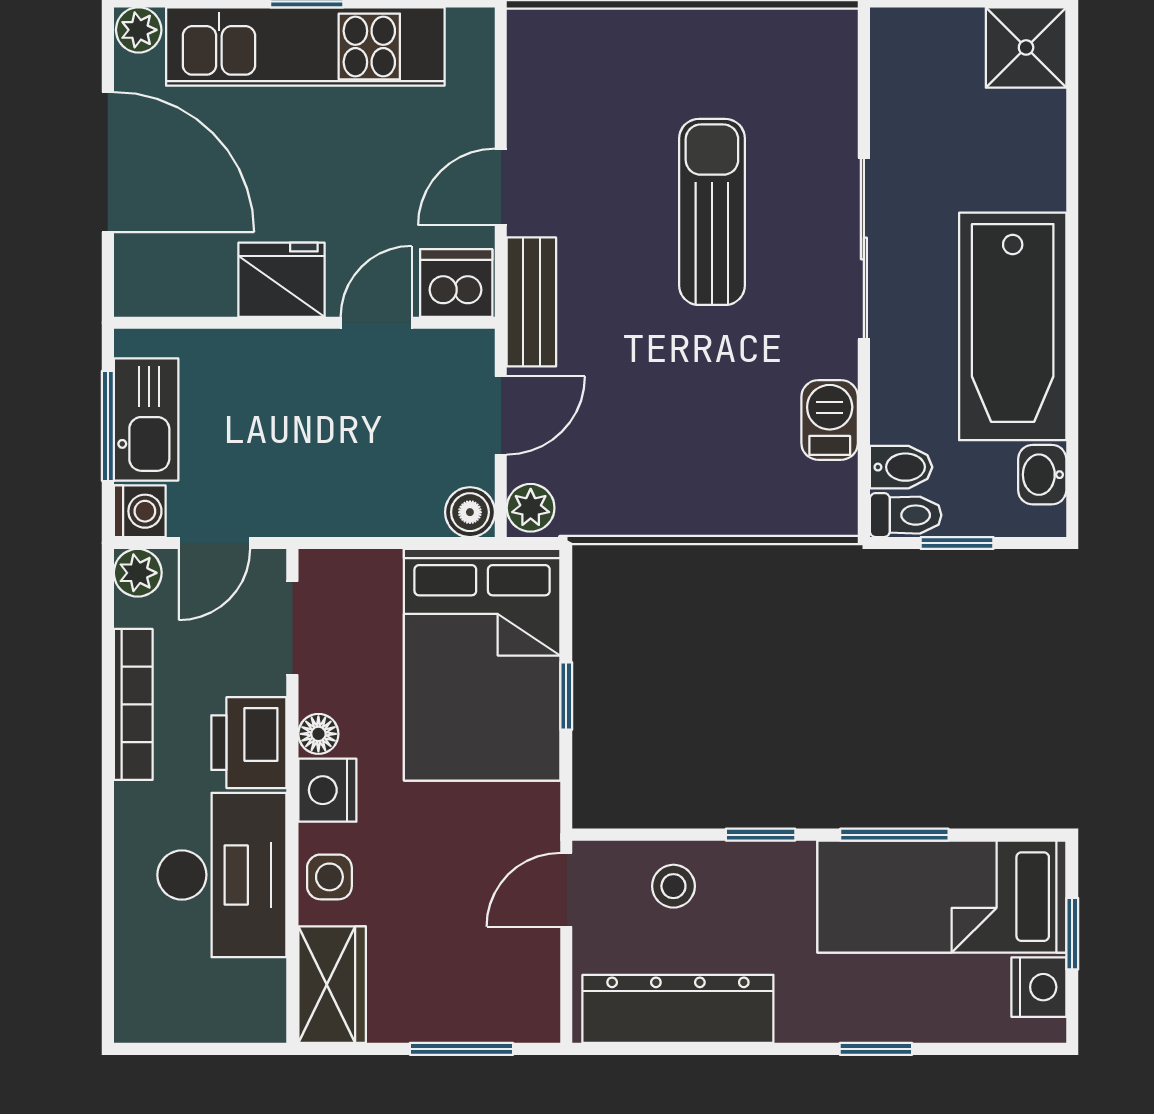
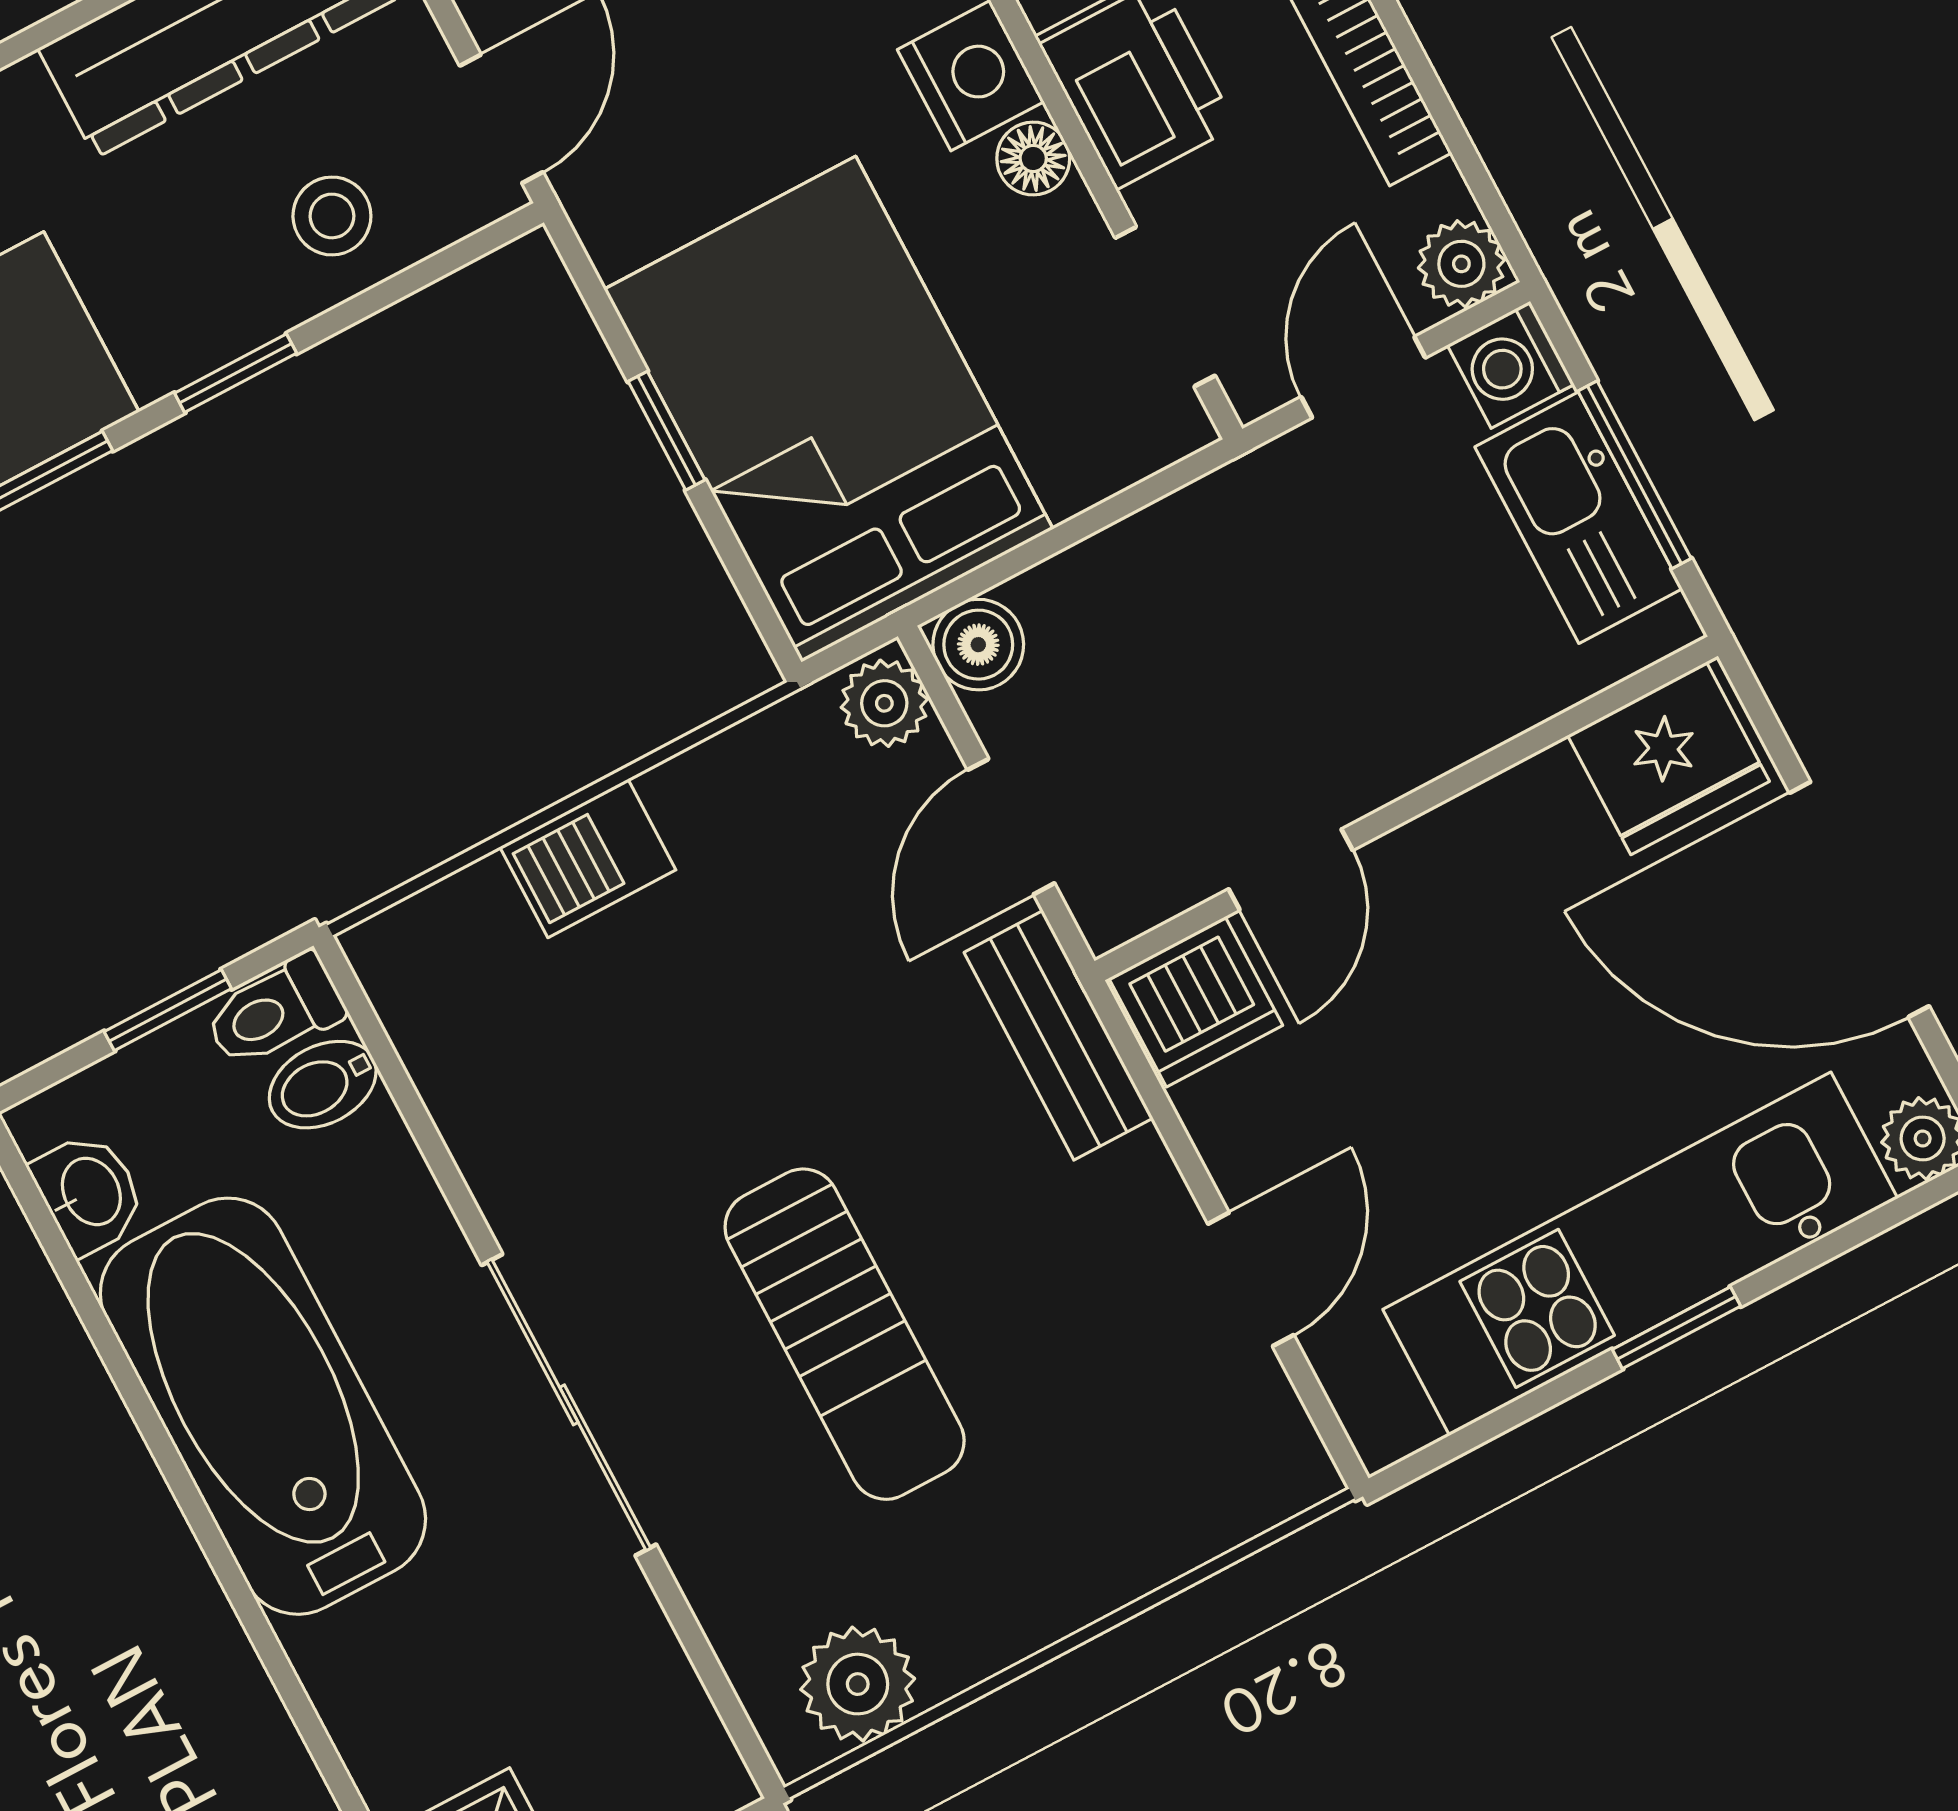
plant: (795, 39) -> (858, 1684), added
door: (501, 187) -> (1251, 1279), moved
fridge: (281, 280) -> (1669, 758), moved
barbecue: (830, 420) -> (588, 858), moved, turned 90

